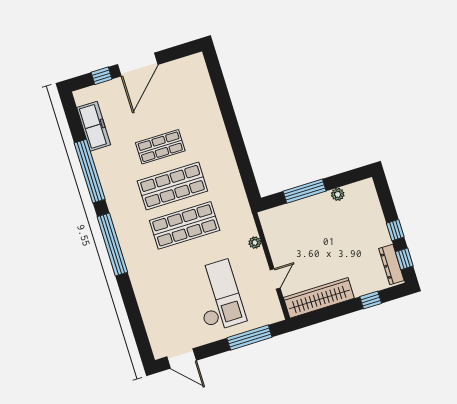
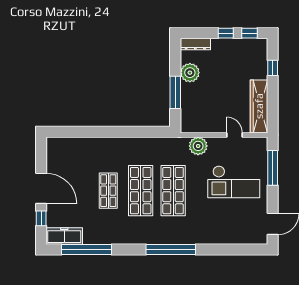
freezer: (94, 126) -> (64, 236), moved
window: (90, 171) -> (87, 249), moved
plant: (338, 194) -> (190, 73), width x1.87, depth x1.87
plant: (255, 243) -> (198, 146), width x1.88, depth x1.88
dresser: (391, 264) -> (195, 44), moved
checkout: (218, 296) -> (234, 182), turned 180

